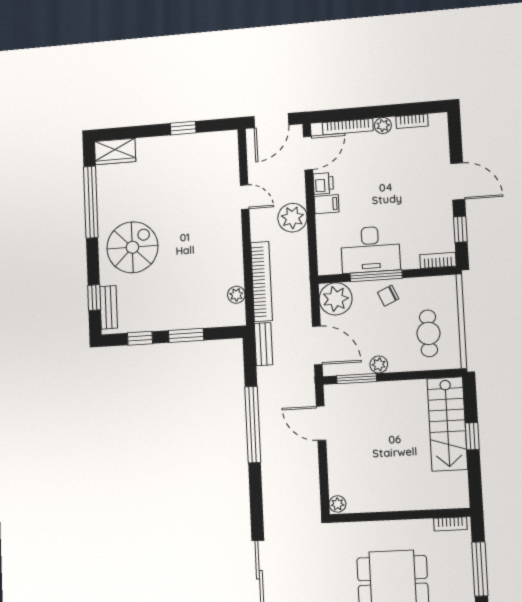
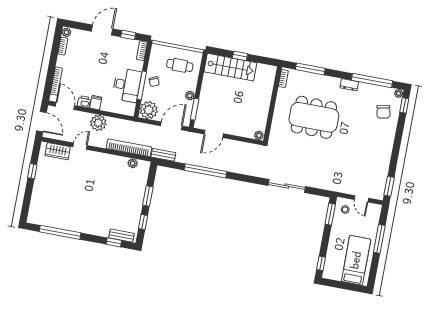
plant: (383, 126) -> (66, 32), moved
wardrobe: (115, 151) -> (58, 151), moved, turned 90
spiral stairs: (132, 247) -> (91, 215), removed

